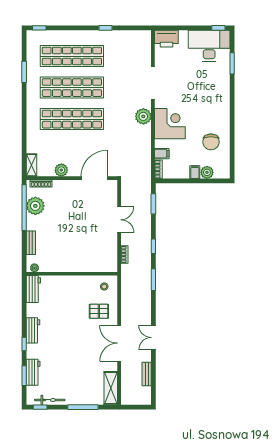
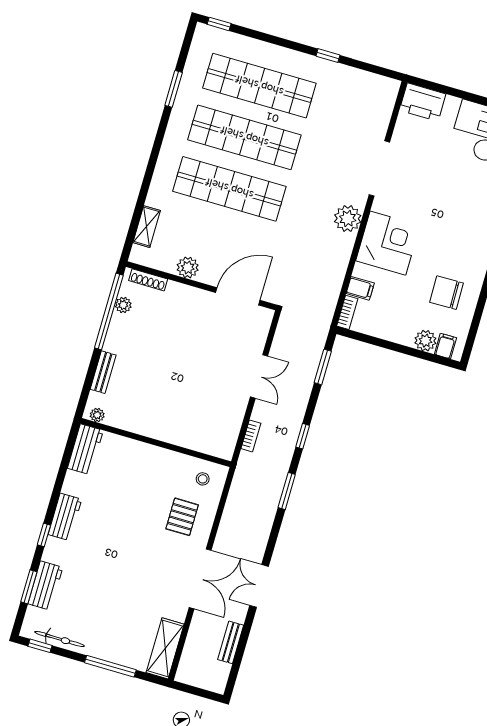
chair: (211, 142) -> (447, 293), turned 89
shelving: (31, 165) -> (147, 227), moved
filing cabinet: (195, 172) -> (445, 346), moved
plant: (35, 206) -> (123, 305), width x0.53, depth x0.53
pallet: (99, 311) -> (182, 517), turned 90
double door: (119, 343) -> (200, 579), swing flipped

